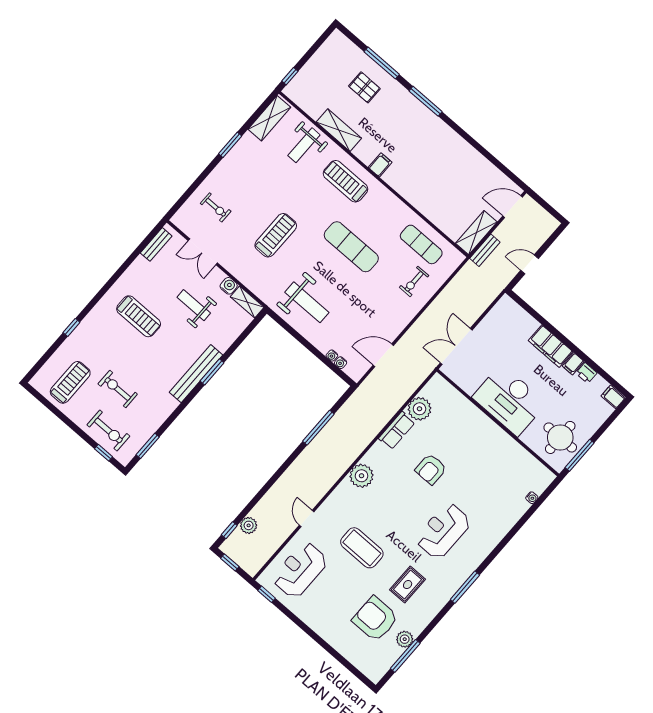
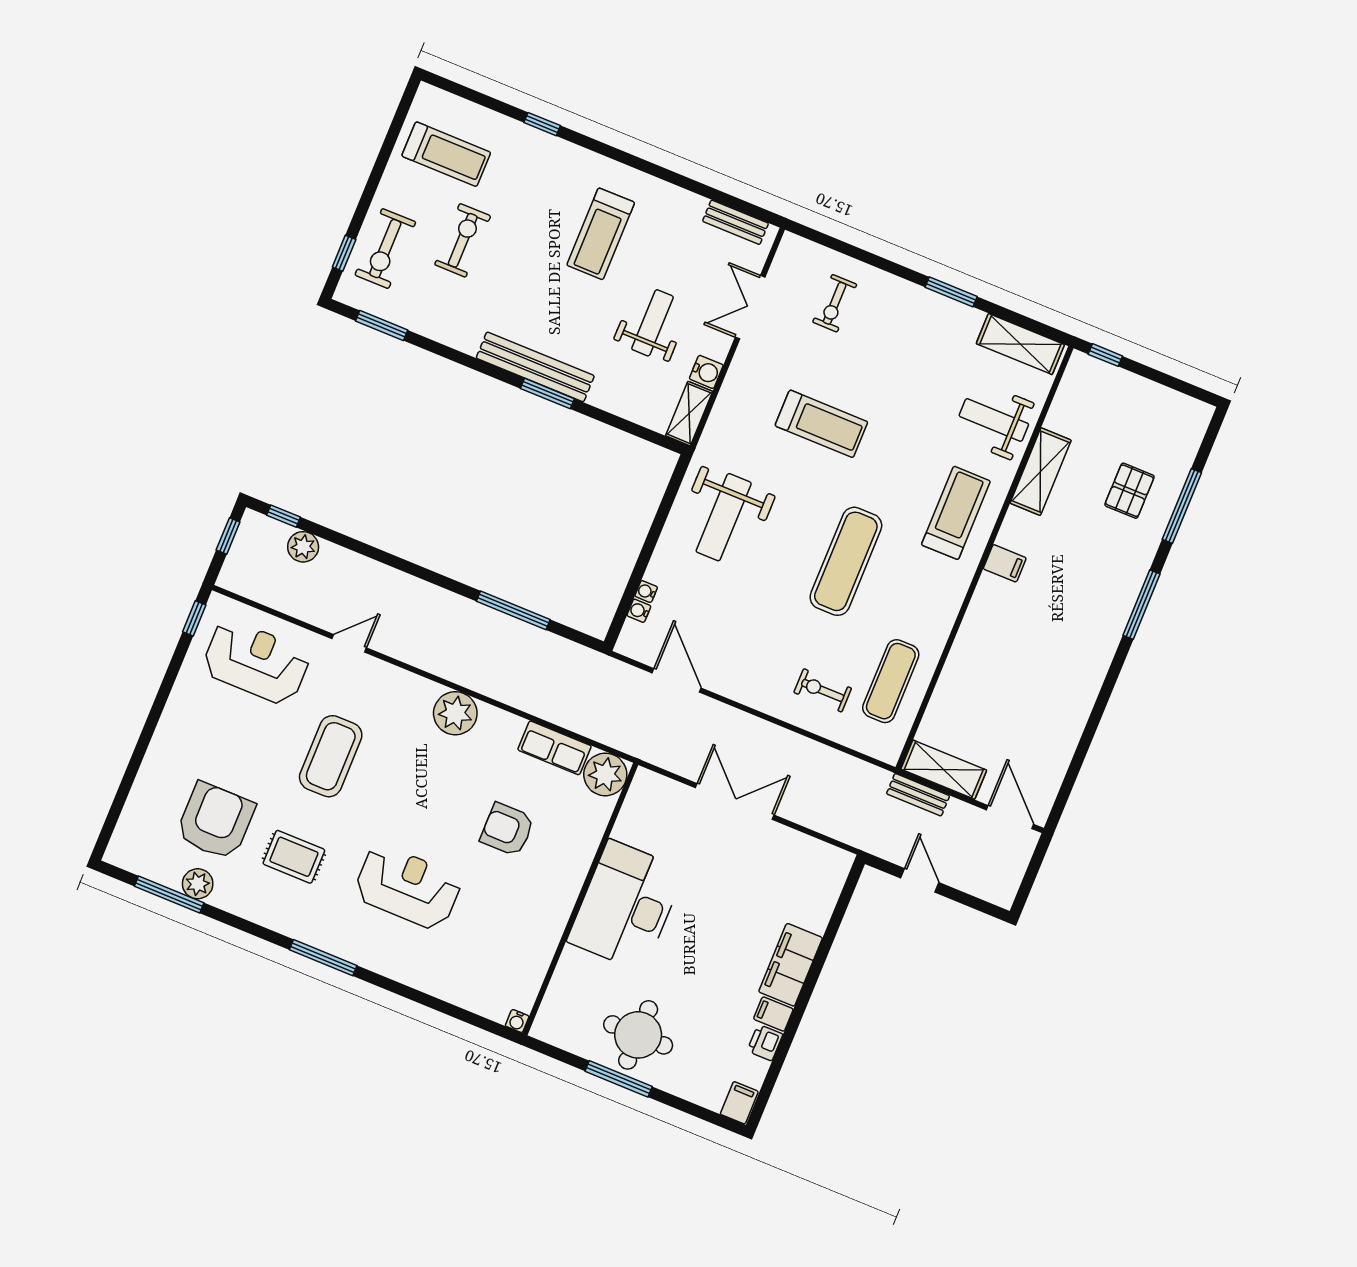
desk: (509, 400) -> (626, 906), moved
wall: (498, 423) -> (580, 899), moved

